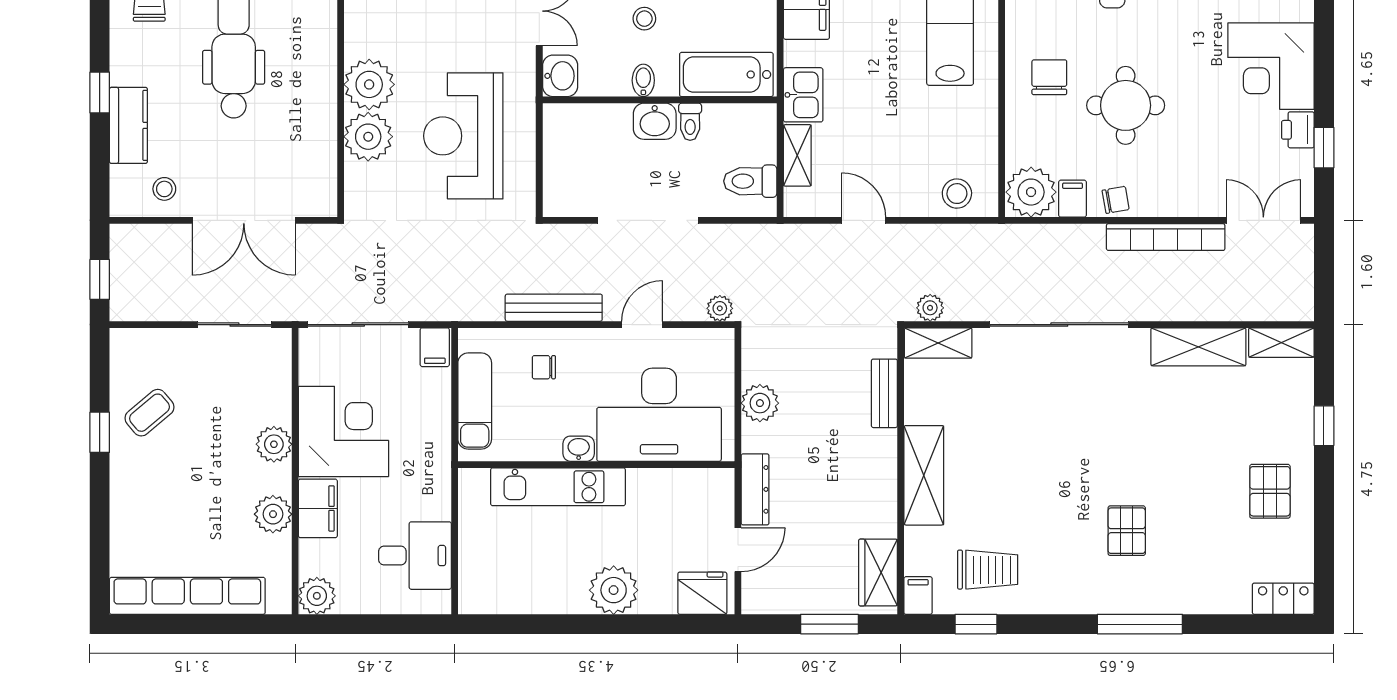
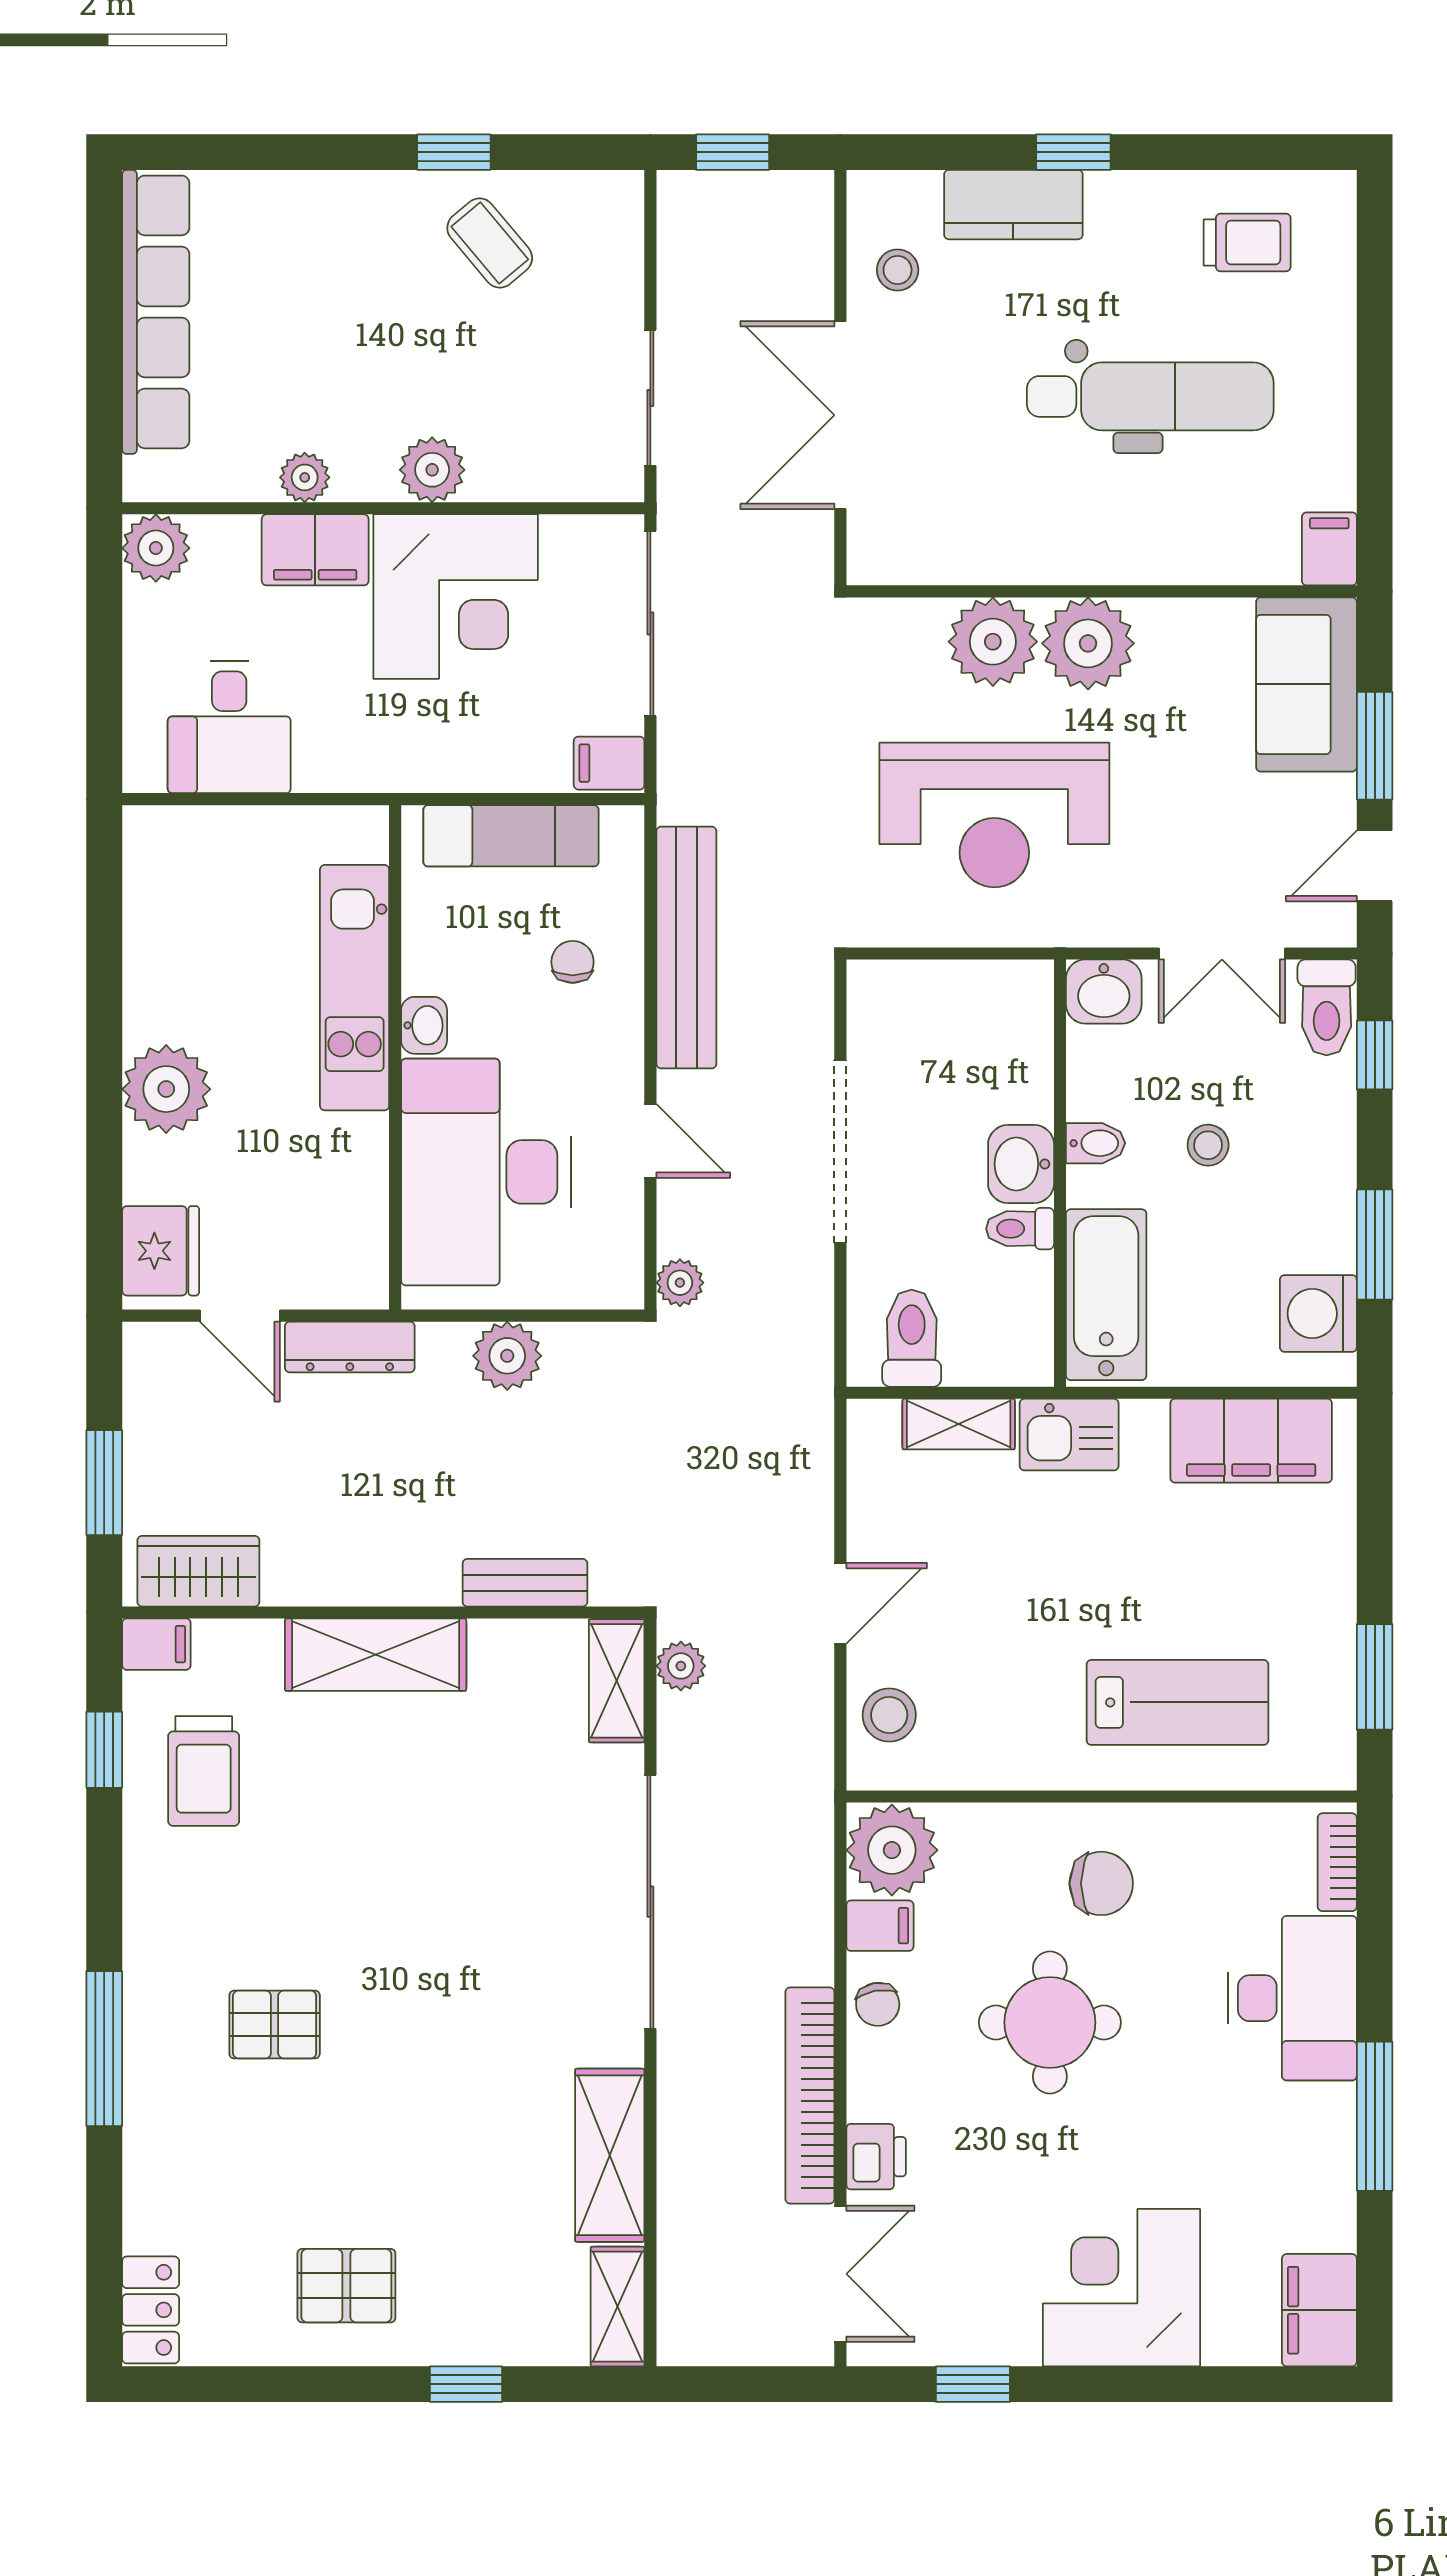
printer: (1298, 130) -> (876, 2157), moved, turned 90
reception desk: (463, 136) -> (994, 815), turned 180
door: (864, 220) -> (840, 1603), moved
bench: (554, 308) -> (686, 948), width x1.37, depth x1.21
plant: (273, 514) -> (305, 477), width x0.73, depth x0.73

